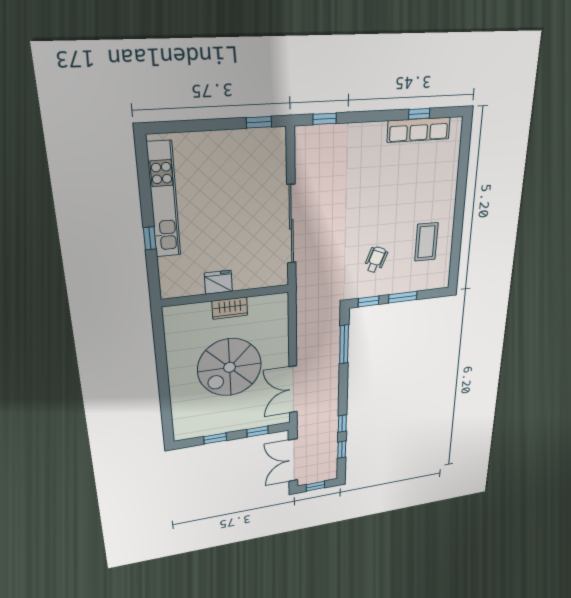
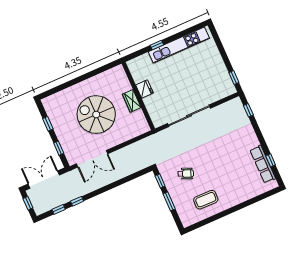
window: (344, 344) -> (129, 178), removed
double door: (293, 389) -> (92, 159), swing flipped

